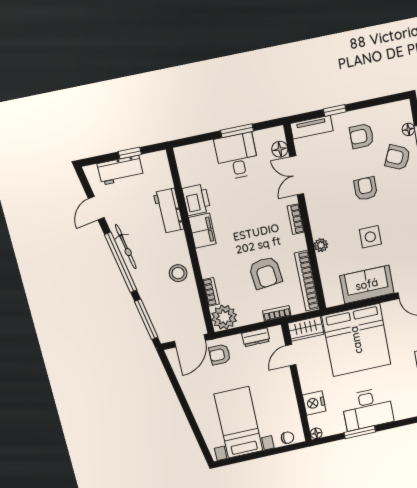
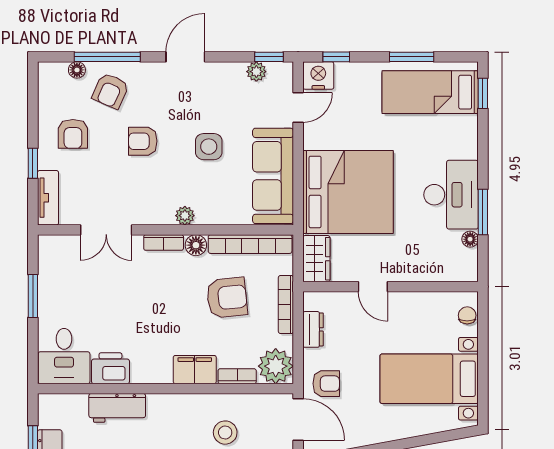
floor lamp: (280, 149) -> (196, 245), moved
desk: (237, 156) -> (64, 356), moved, turned -90
filing cabinet: (202, 231) -> (195, 370), moved
plant: (321, 245) -> (185, 216), moved
stool: (178, 273) -> (225, 433), moved
sofa: (367, 284) -> (273, 176), width x1.36
bookcase: (277, 313) -> (286, 304), width x1.56
armchair: (220, 355) -> (326, 384), turned -90
door: (291, 355) -> (373, 287), moved
nightstand: (314, 403) -> (425, 268), removed
floor lamp: (316, 433) -> (470, 239), moved

